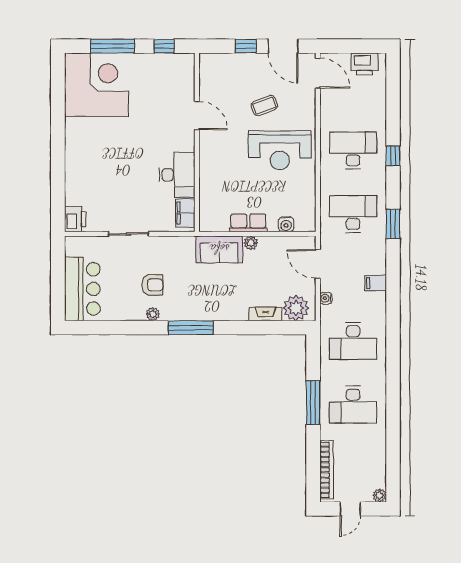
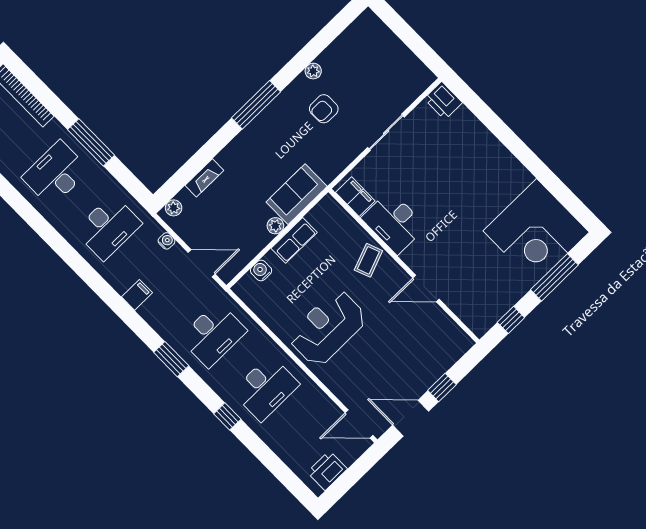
coffee table: (264, 106) -> (368, 260), moved
bar counter: (82, 289) -> (379, 48), removed
plant: (296, 308) -> (174, 208), width x0.53, depth x0.53
plant: (153, 314) -> (313, 71), moved
desk: (353, 341) -> (108, 227), turned 180

